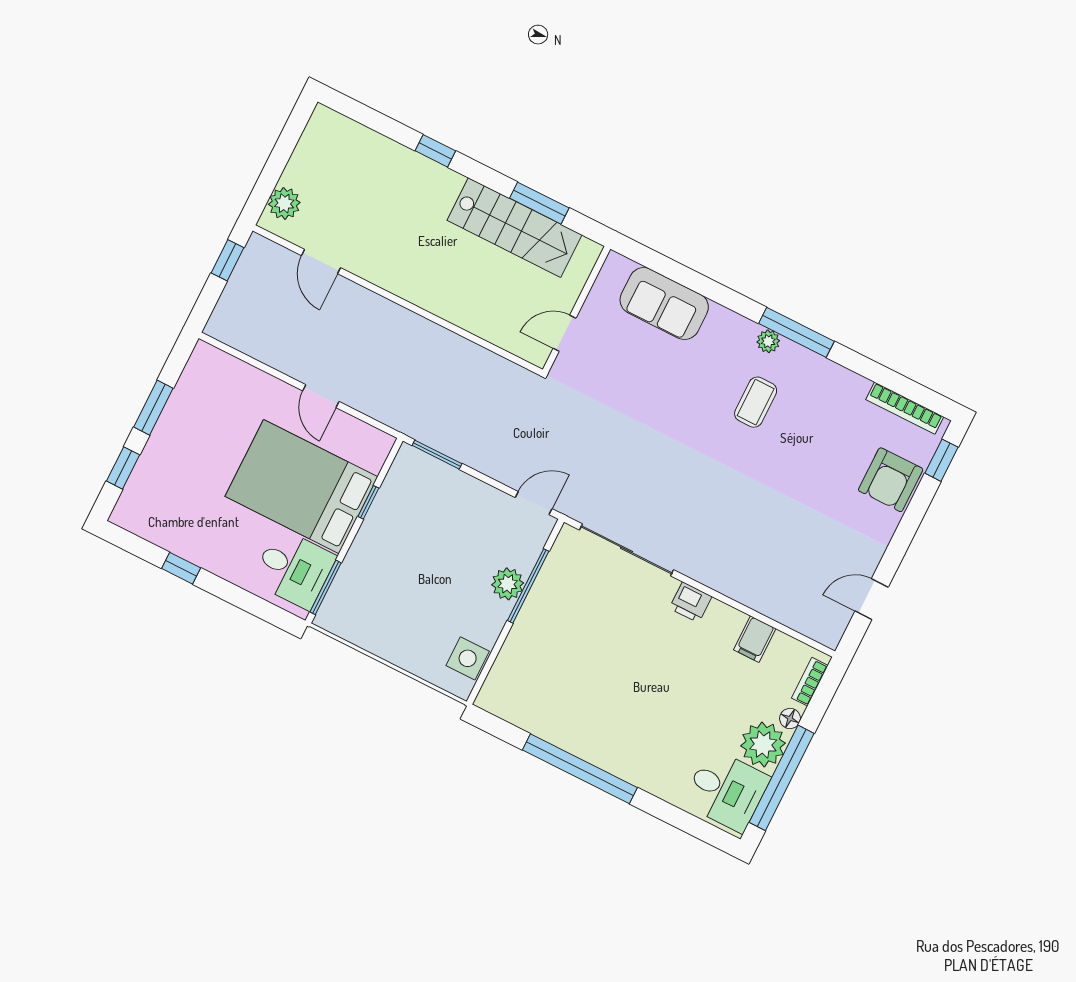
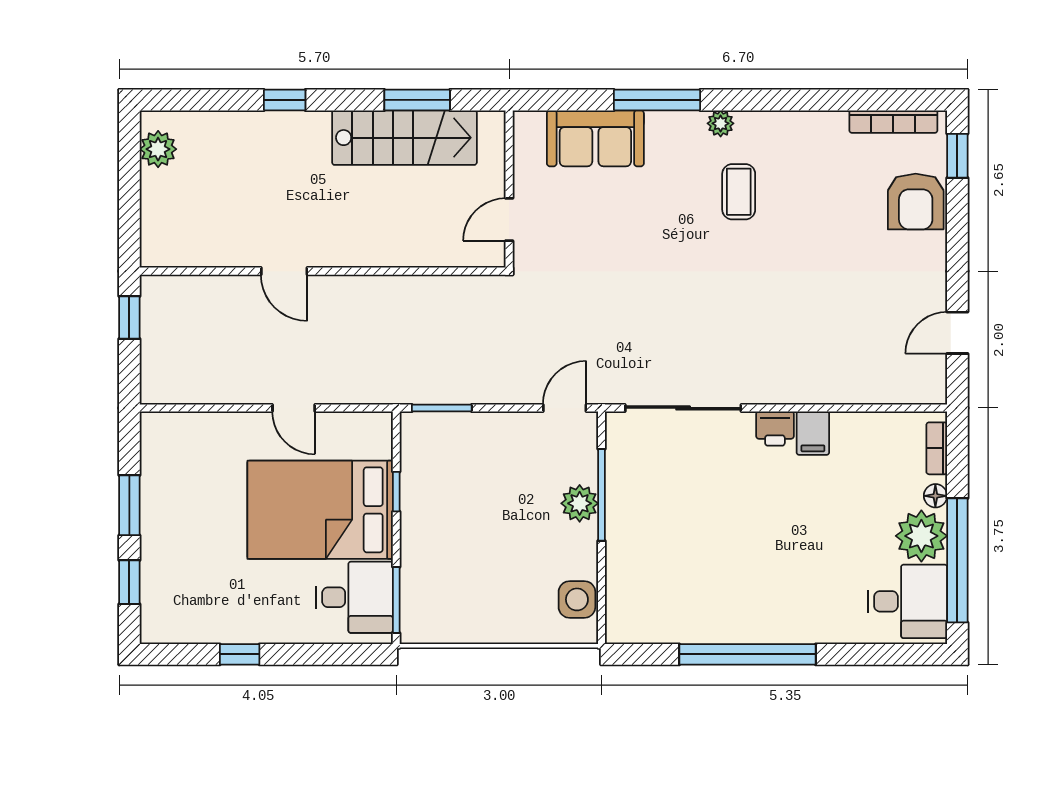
plant: (284, 203) -> (158, 149), moved
door: (321, 262) -> (284, 271), moved
window: (796, 332) -> (657, 100), moved
filing cabinet: (755, 639) -> (813, 433), moved

